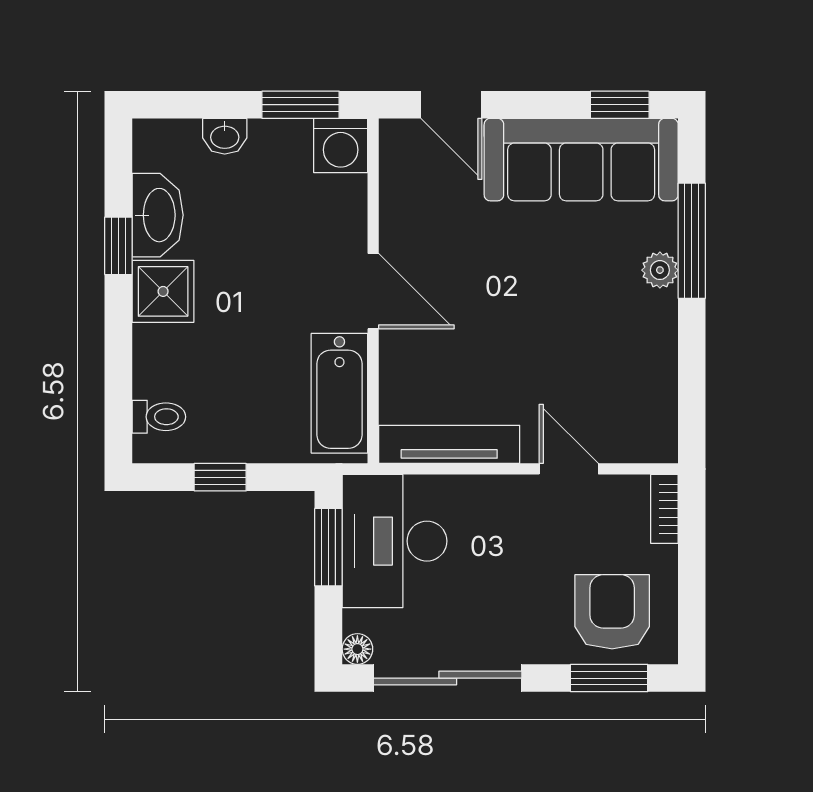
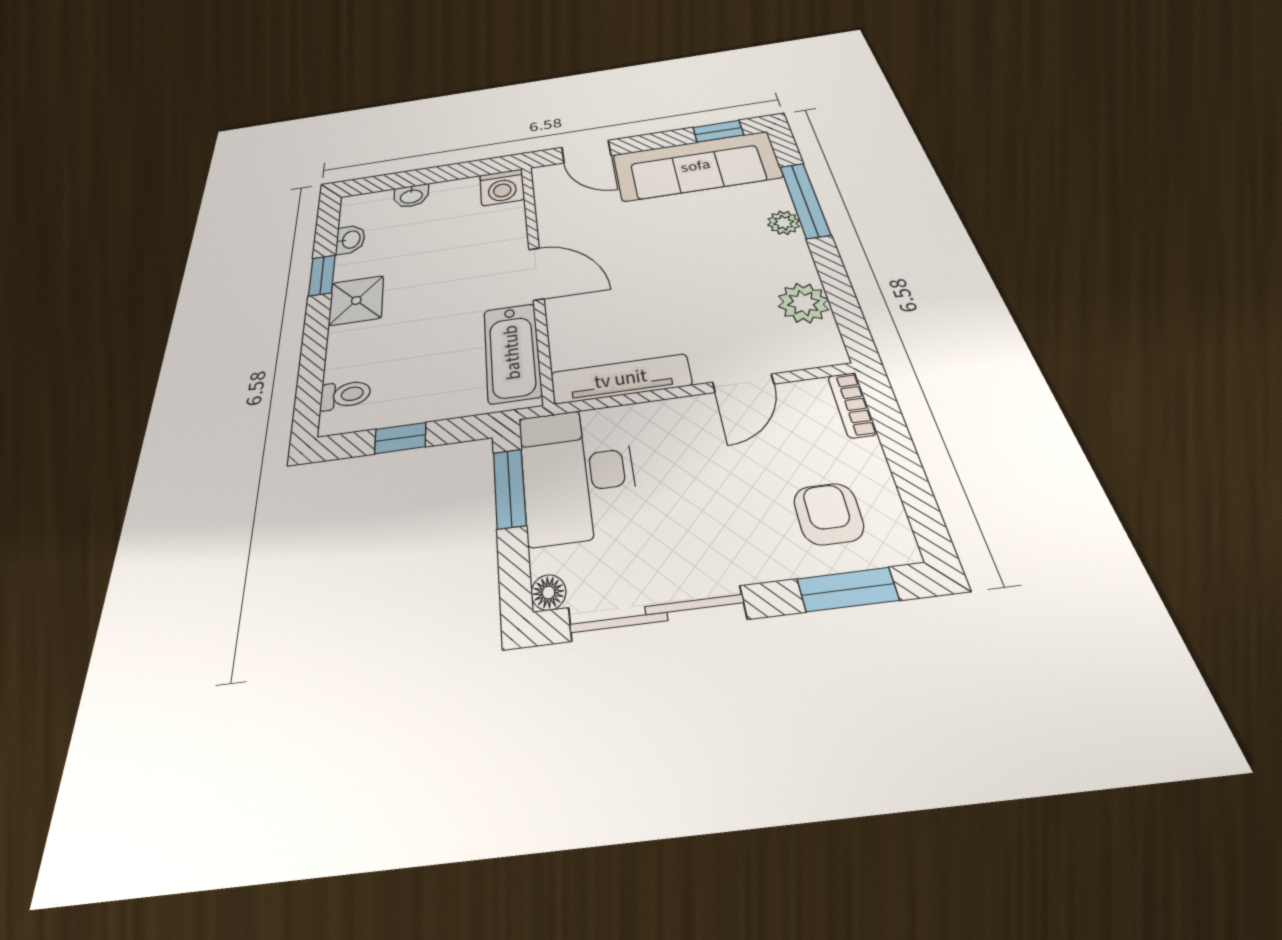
window: (301, 105) -> (470, 170), removed
washbasin: (158, 215) -> (350, 240), width x0.52, depth x0.69
plant: (652, 383) -> (803, 303), added
door: (569, 469) -> (743, 383), swing flipped
armchair: (612, 612) -> (828, 514), width x0.72, depth x0.72

